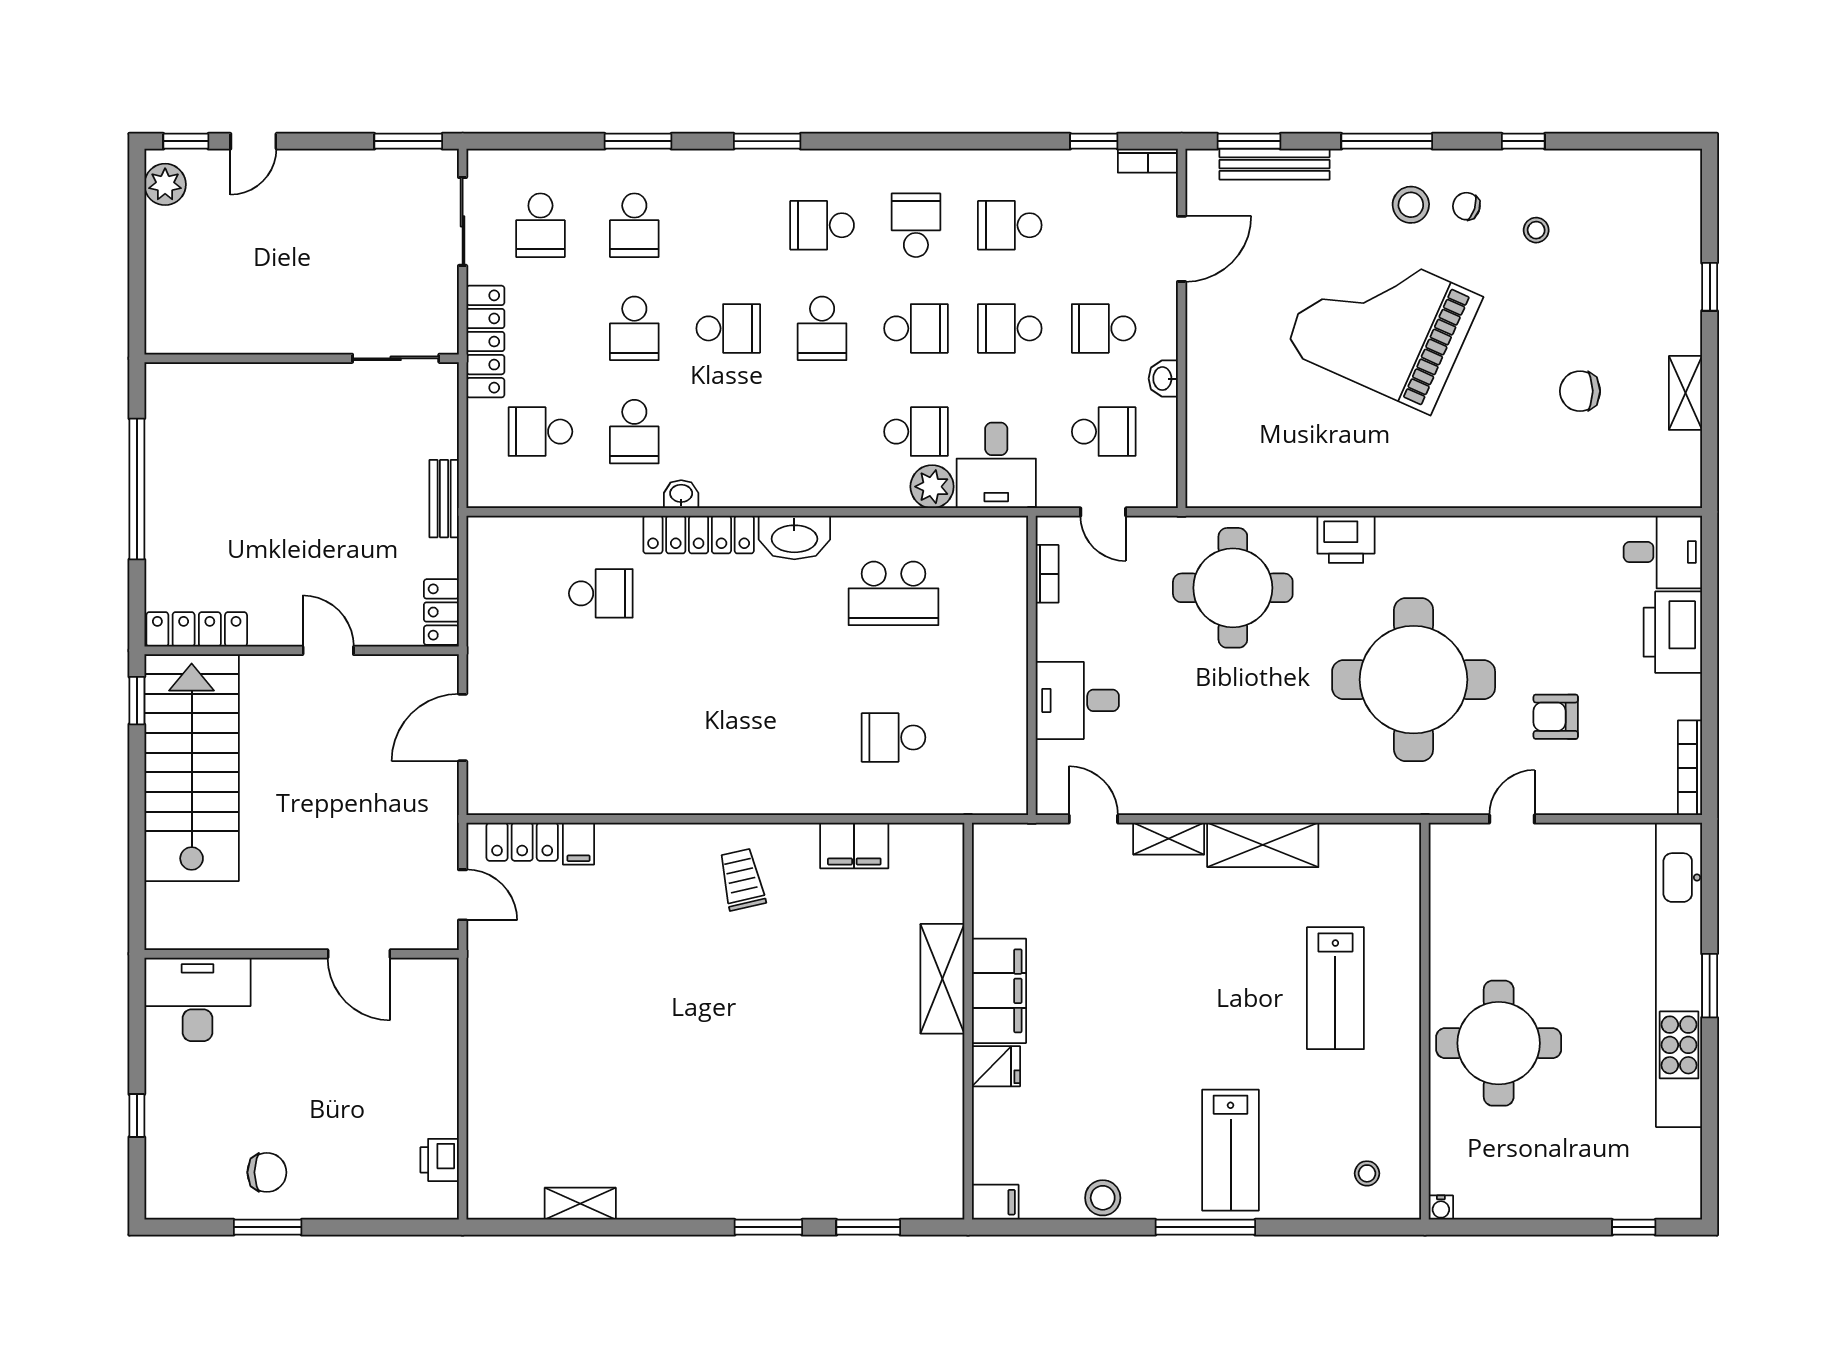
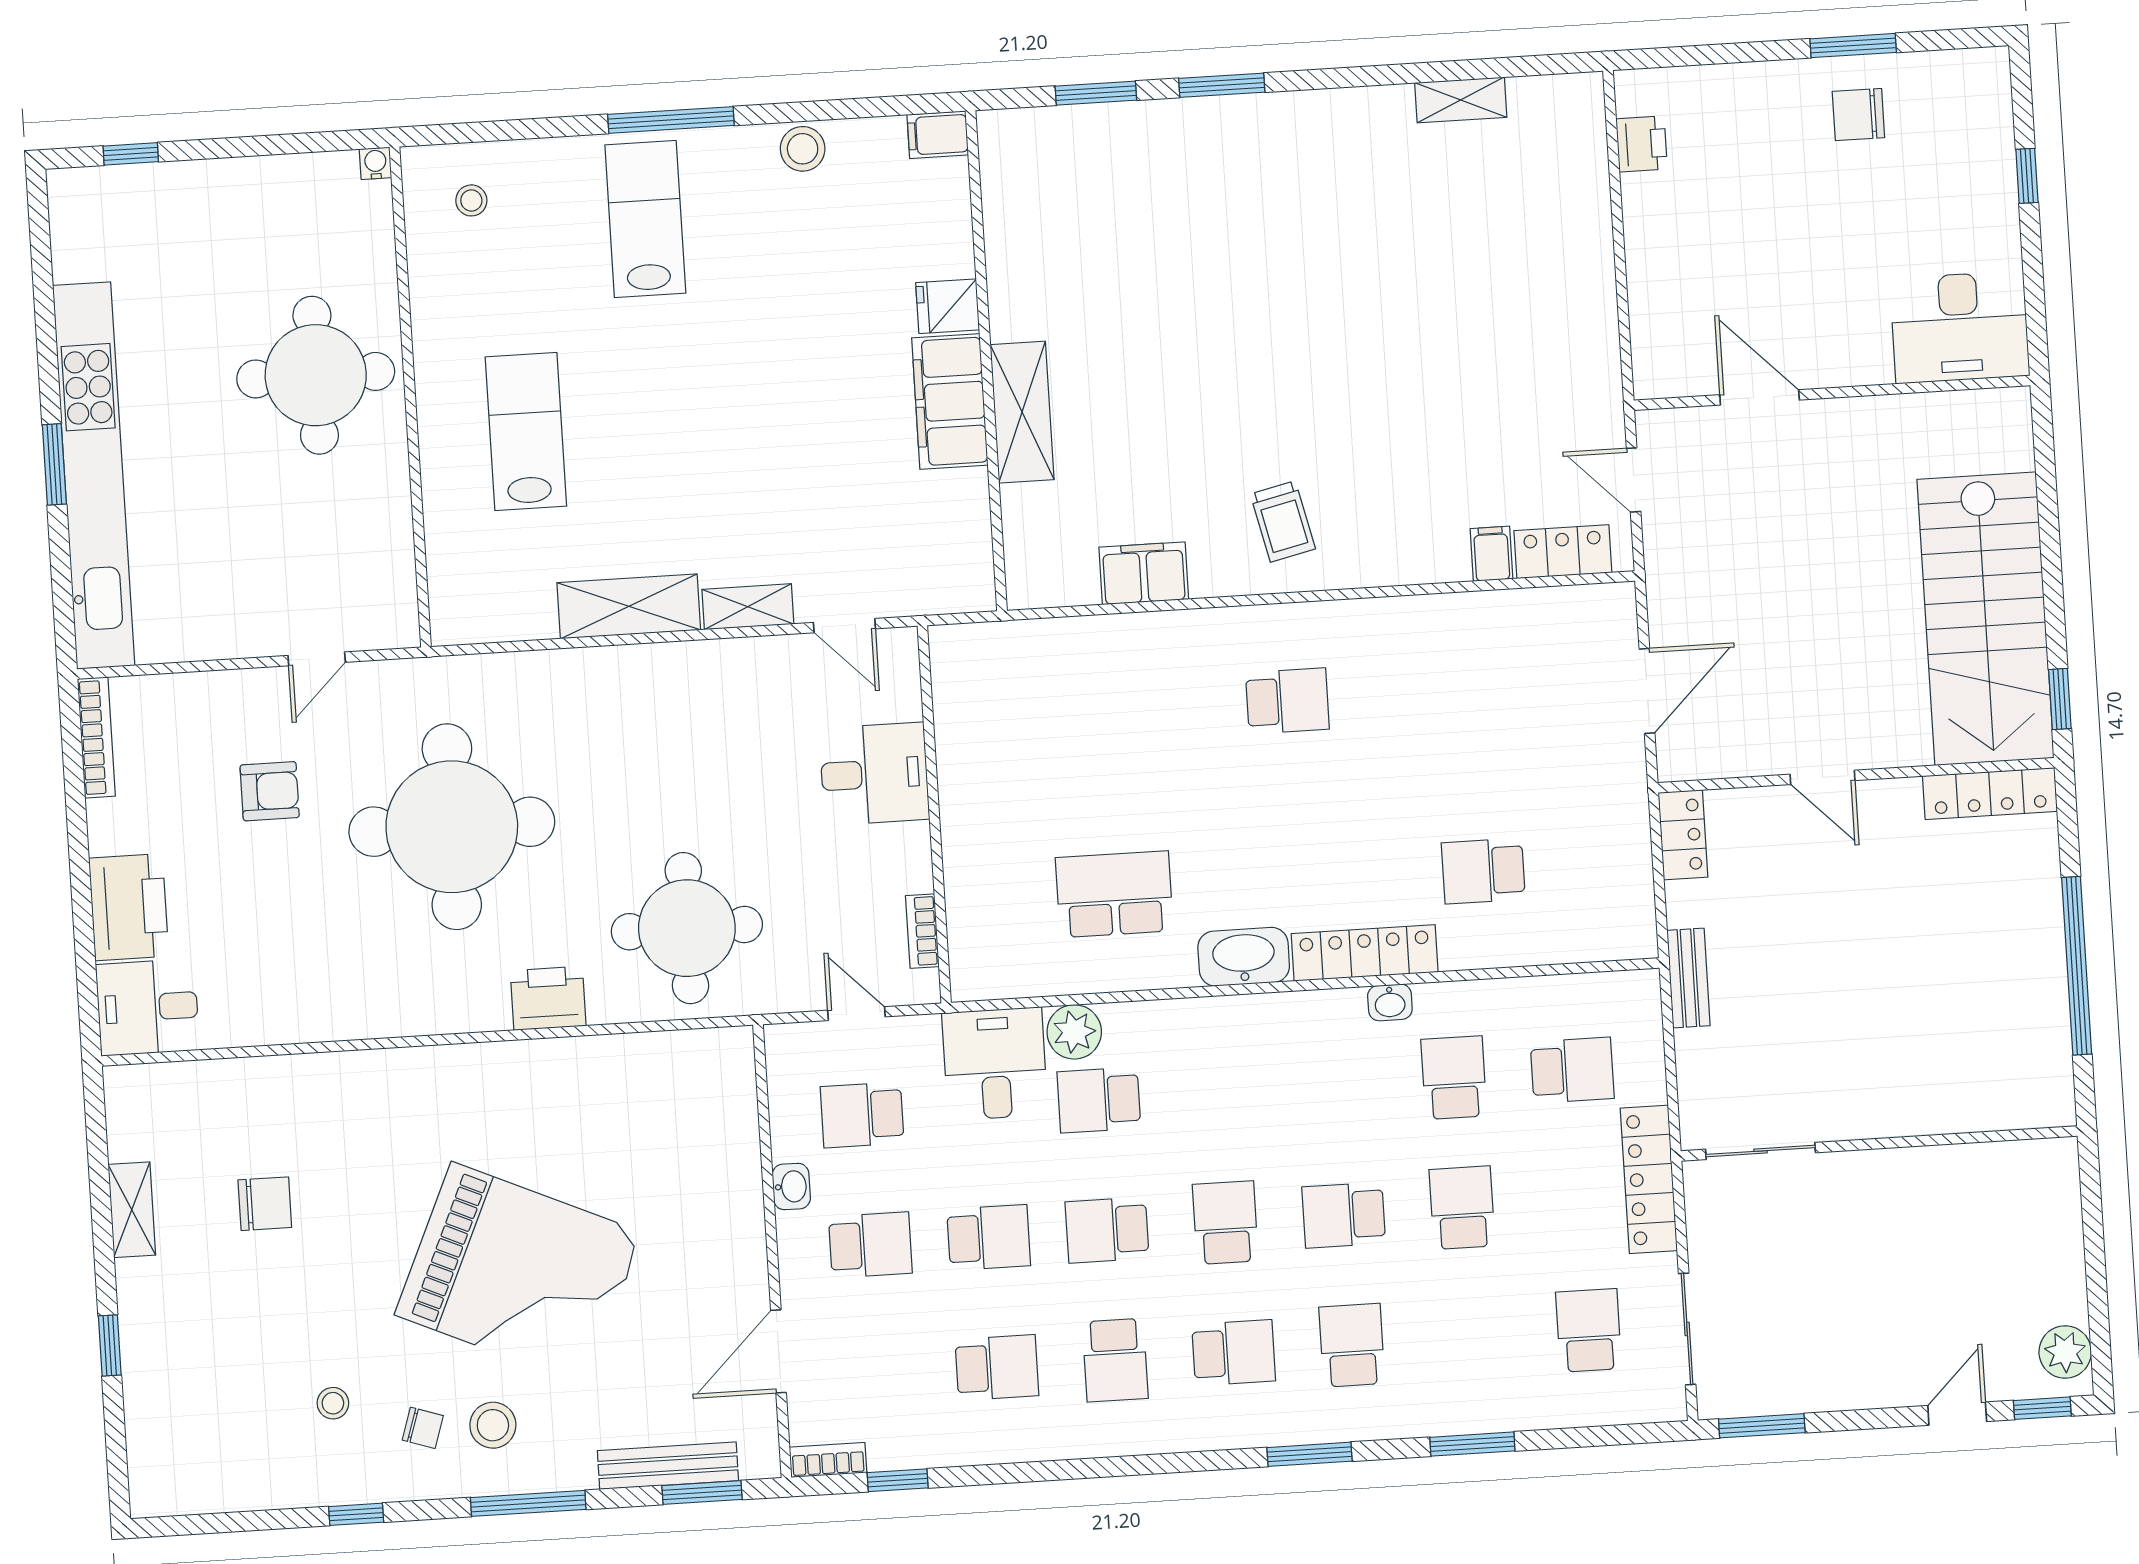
school desk: (634, 225) -> (1352, 1345), moved
school desk: (894, 737) -> (1287, 701), moved

